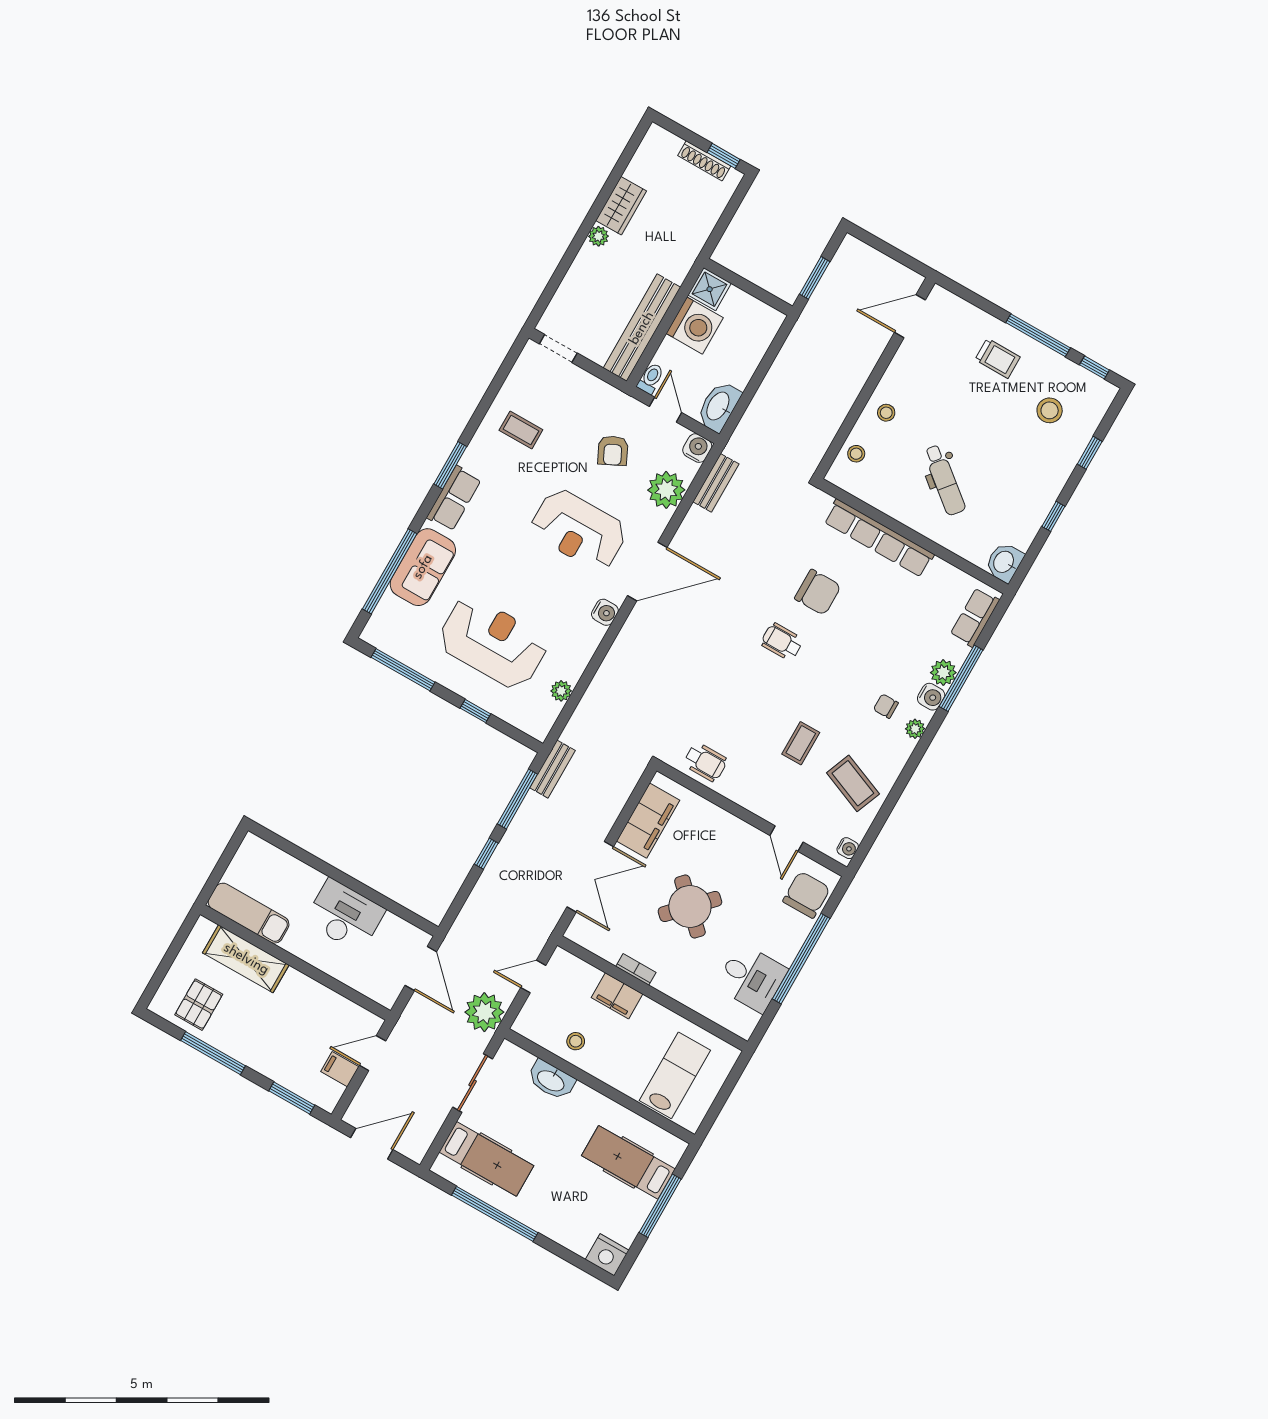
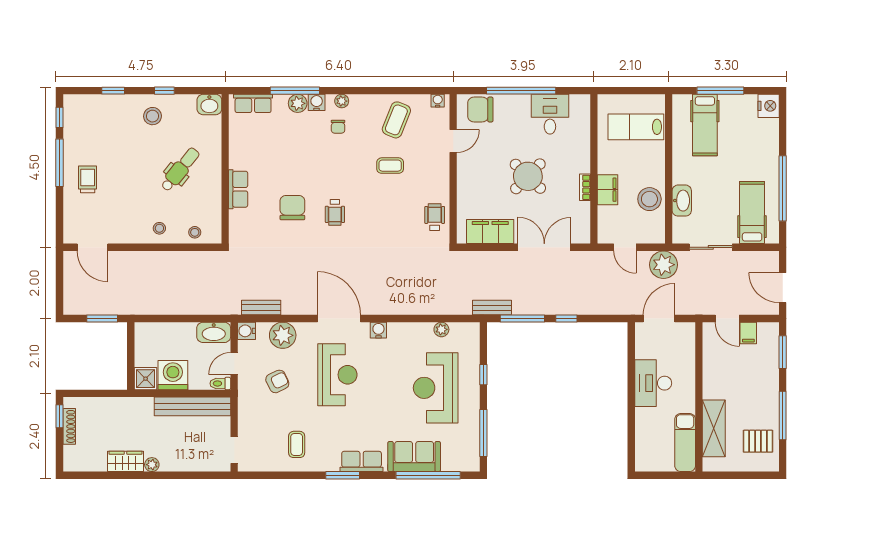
stool: (1050, 410) -> (152, 116), moved
row of seats: (879, 538) -> (238, 189), width x0.50
stool: (576, 1041) -> (649, 199), width x1.89, depth x1.89

